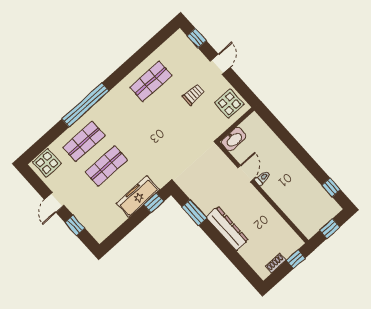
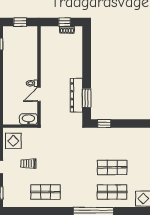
freezer: (138, 197) -> (110, 135), removed
dresser: (227, 229) -> (76, 95), moved
window: (296, 259) -> (65, 22), moved

